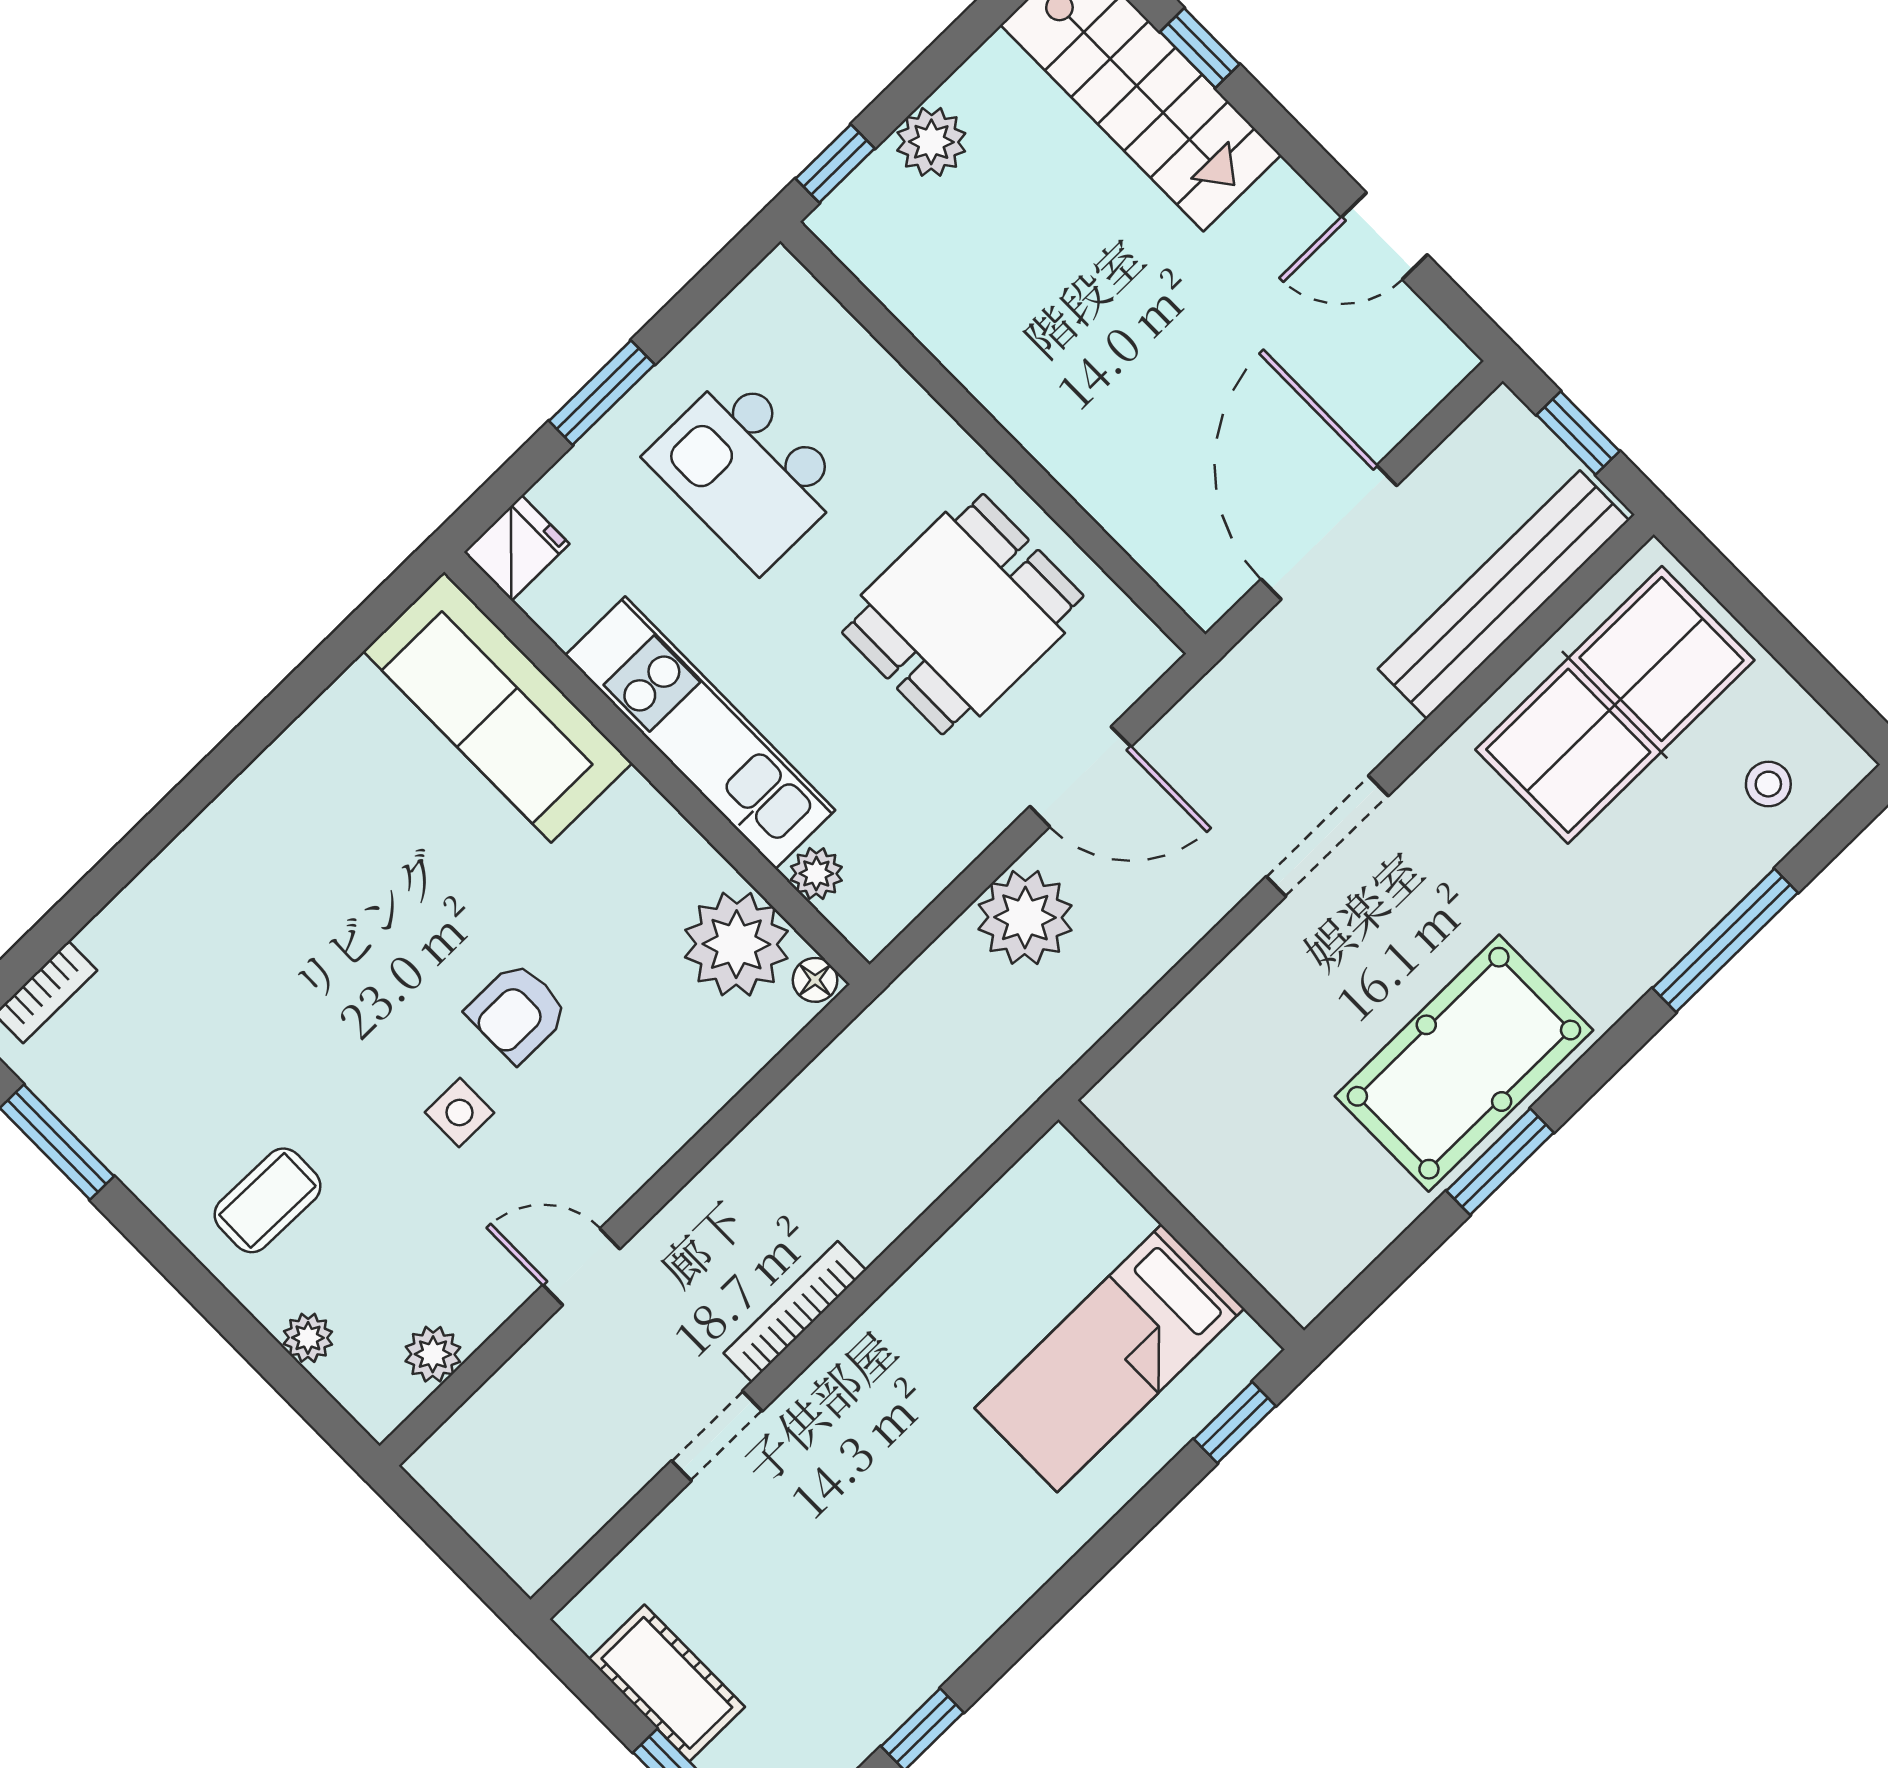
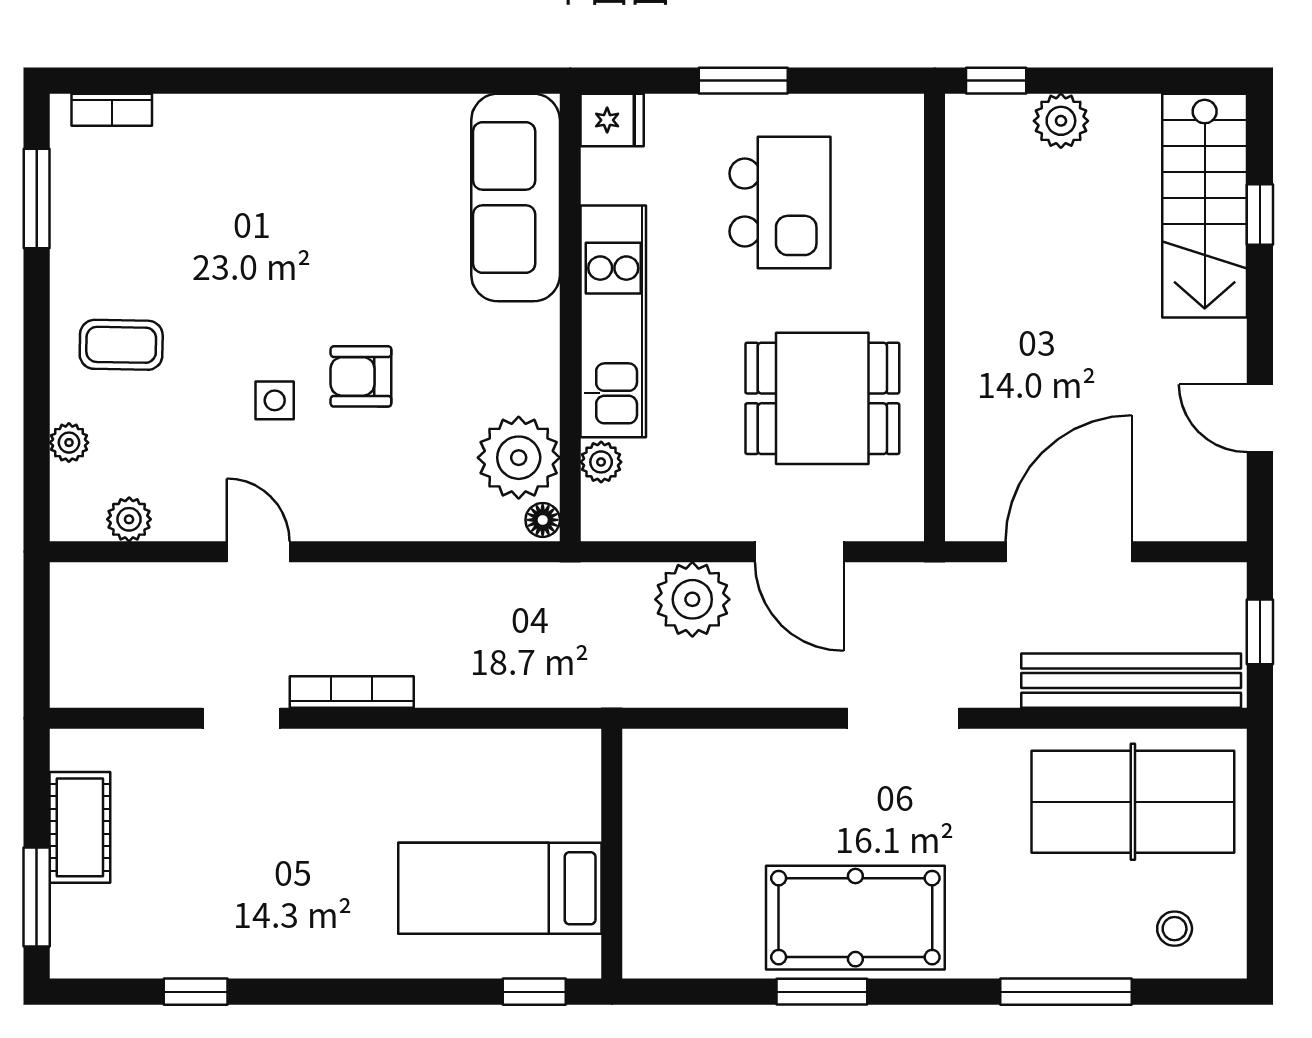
kitchen island: (746, 472) -> (780, 203), turned 180

